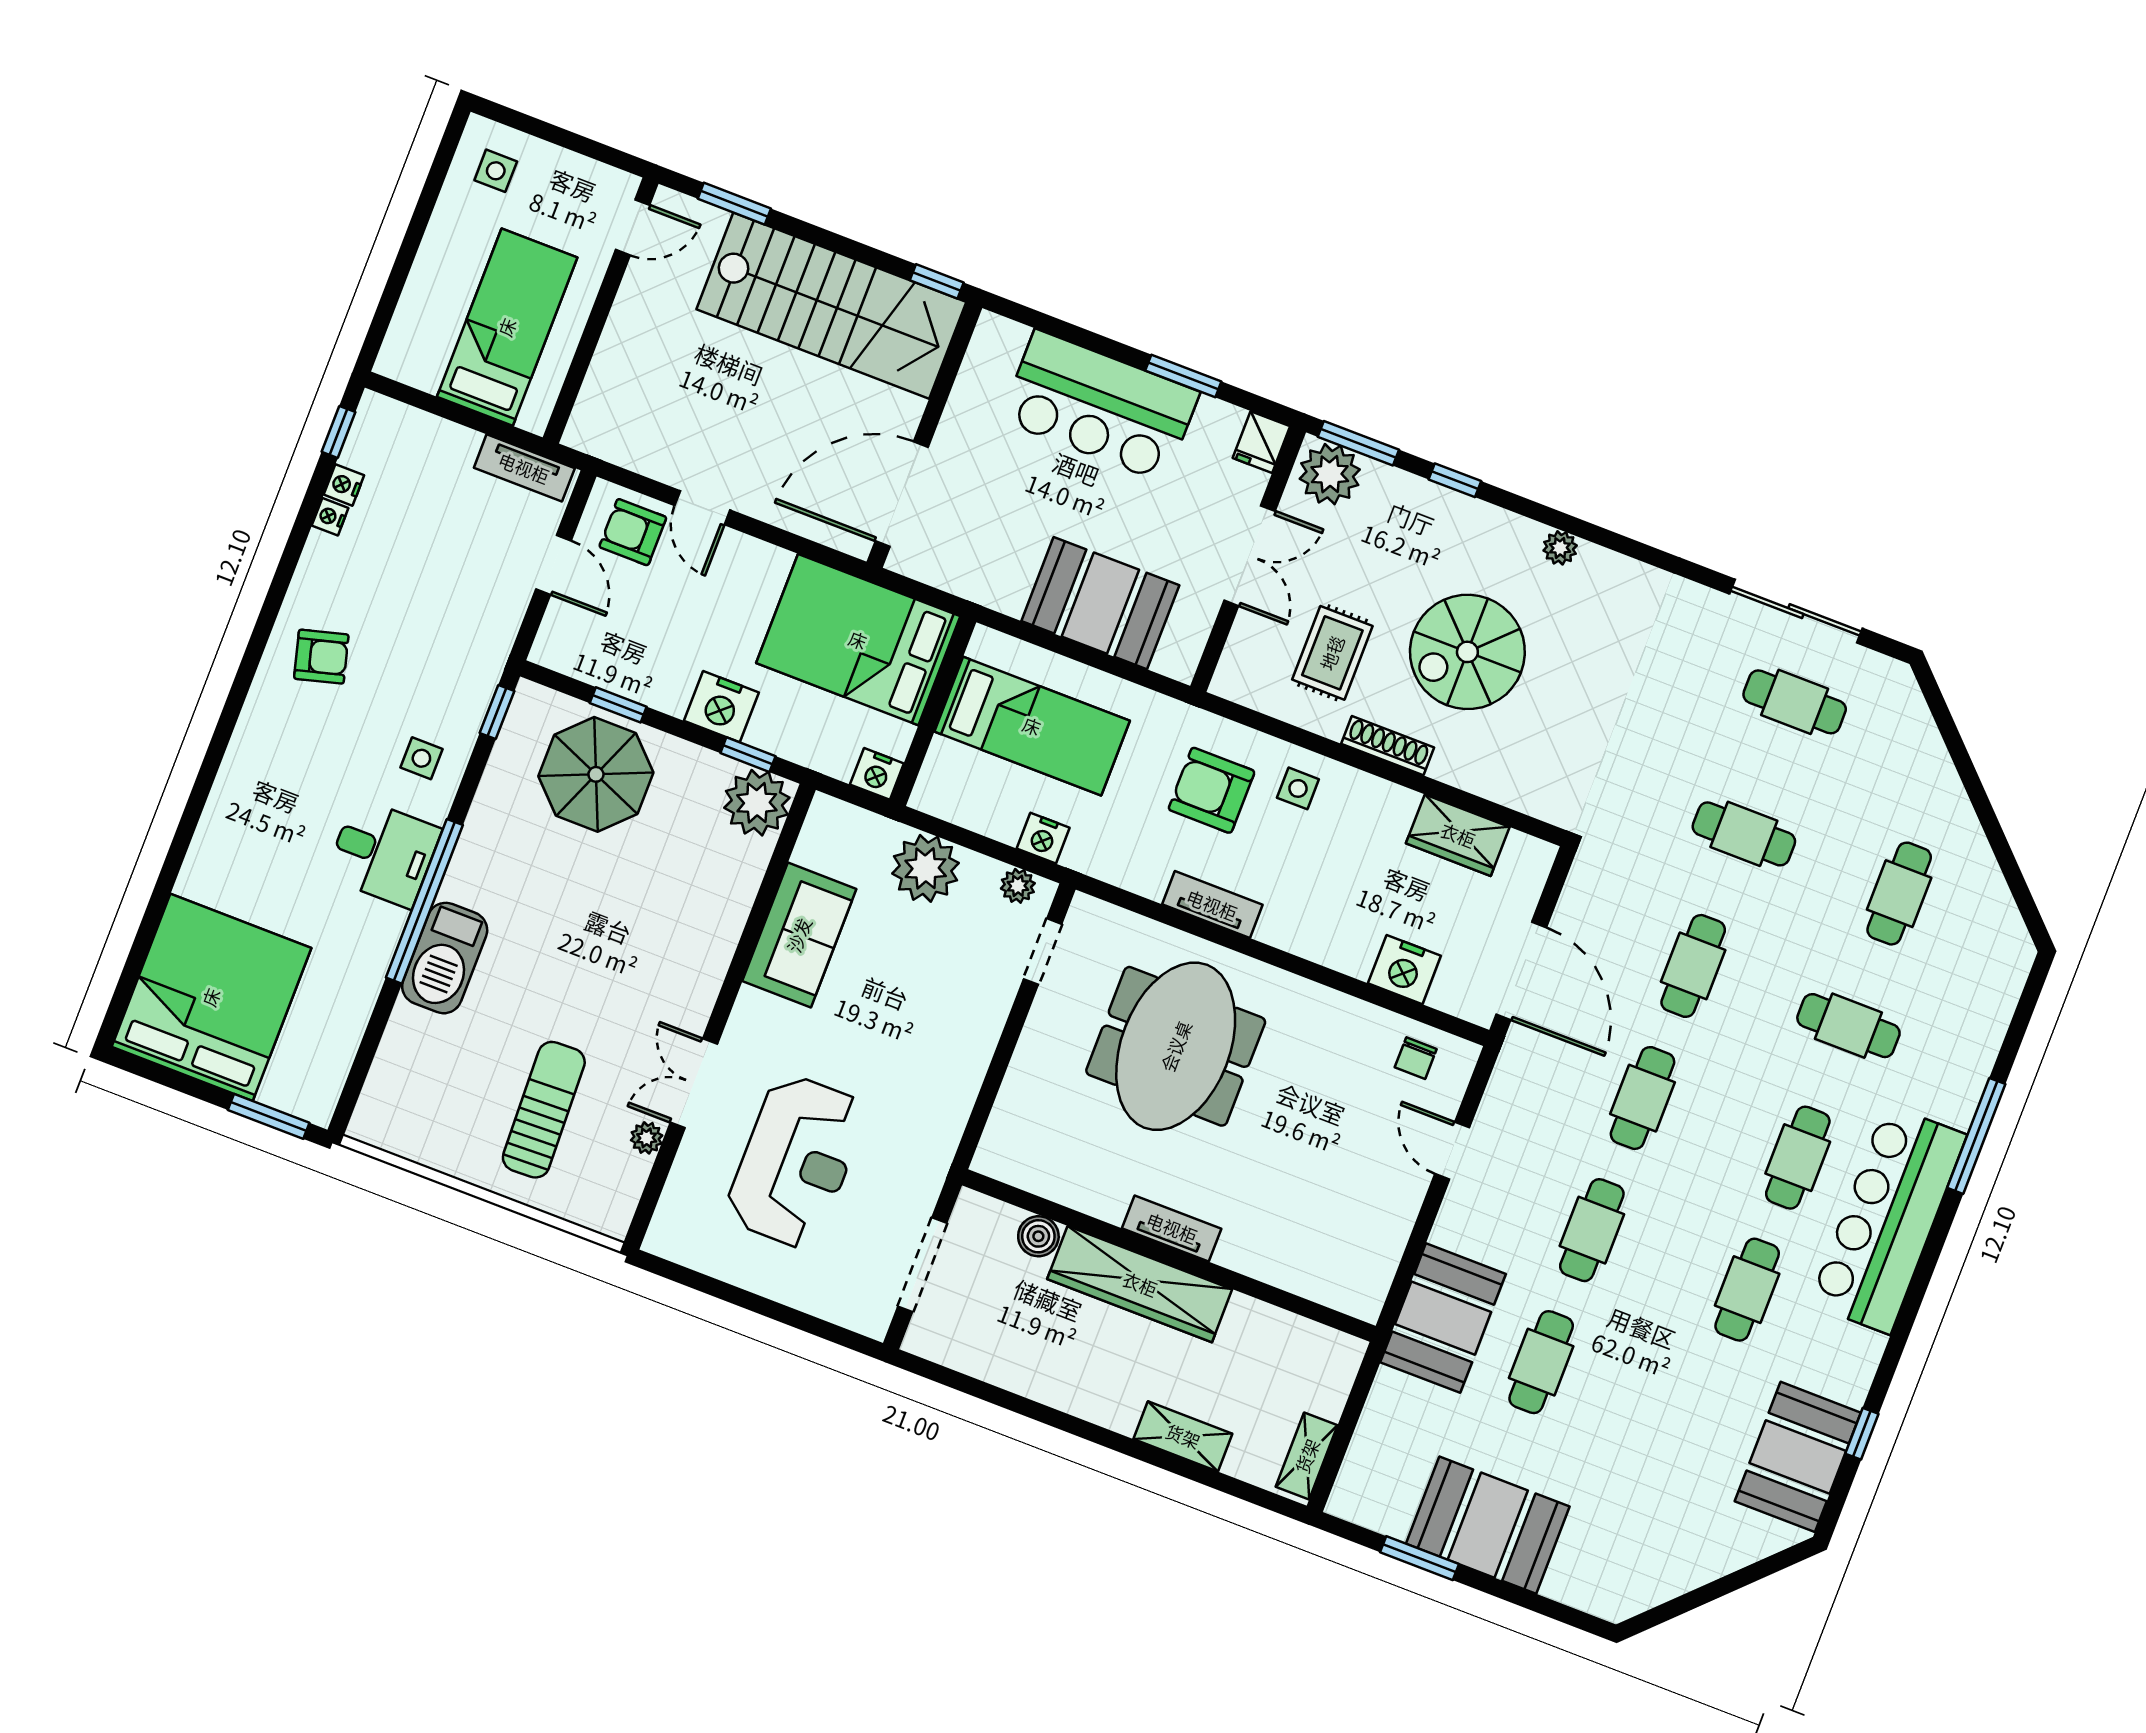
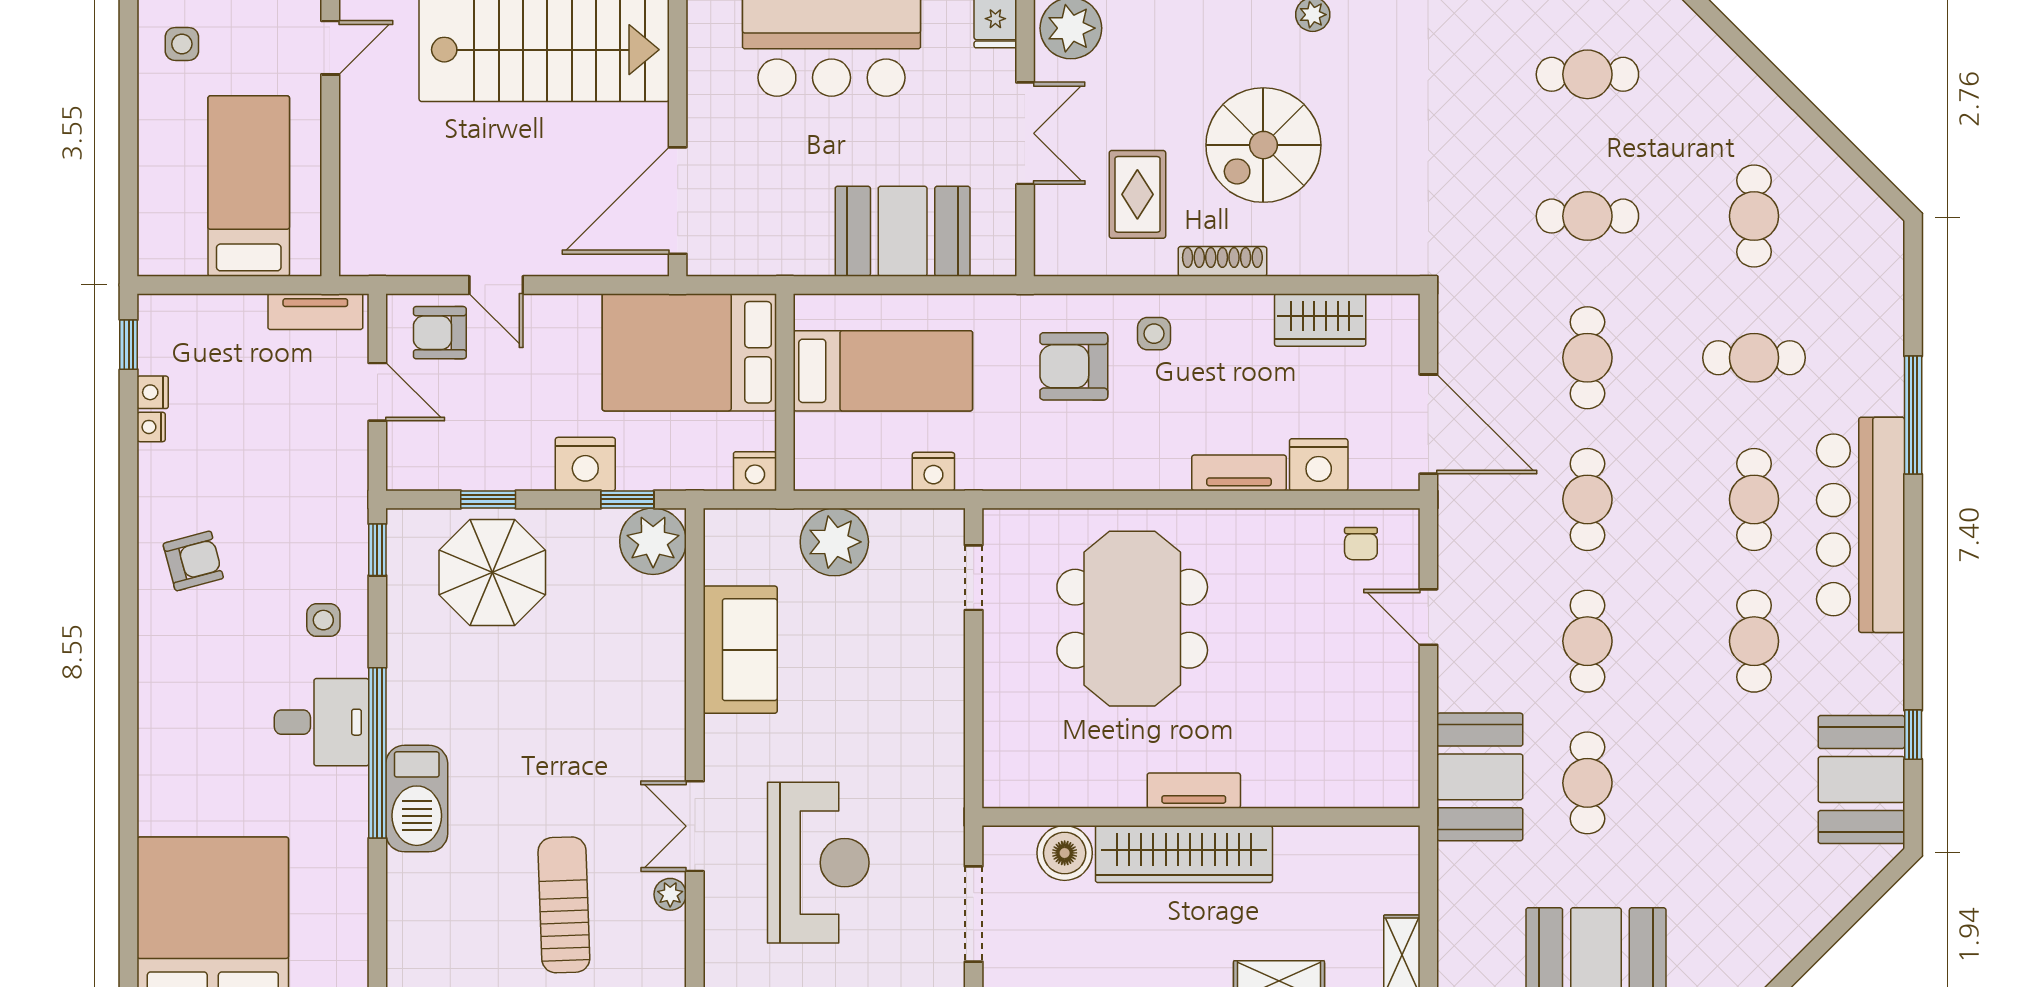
plant: (1018, 886) -> (927, 525), removed
tv unit: (1212, 905) -> (1239, 473), moved
boiler: (1038, 1236) -> (1065, 853), width x1.36, depth x1.36

